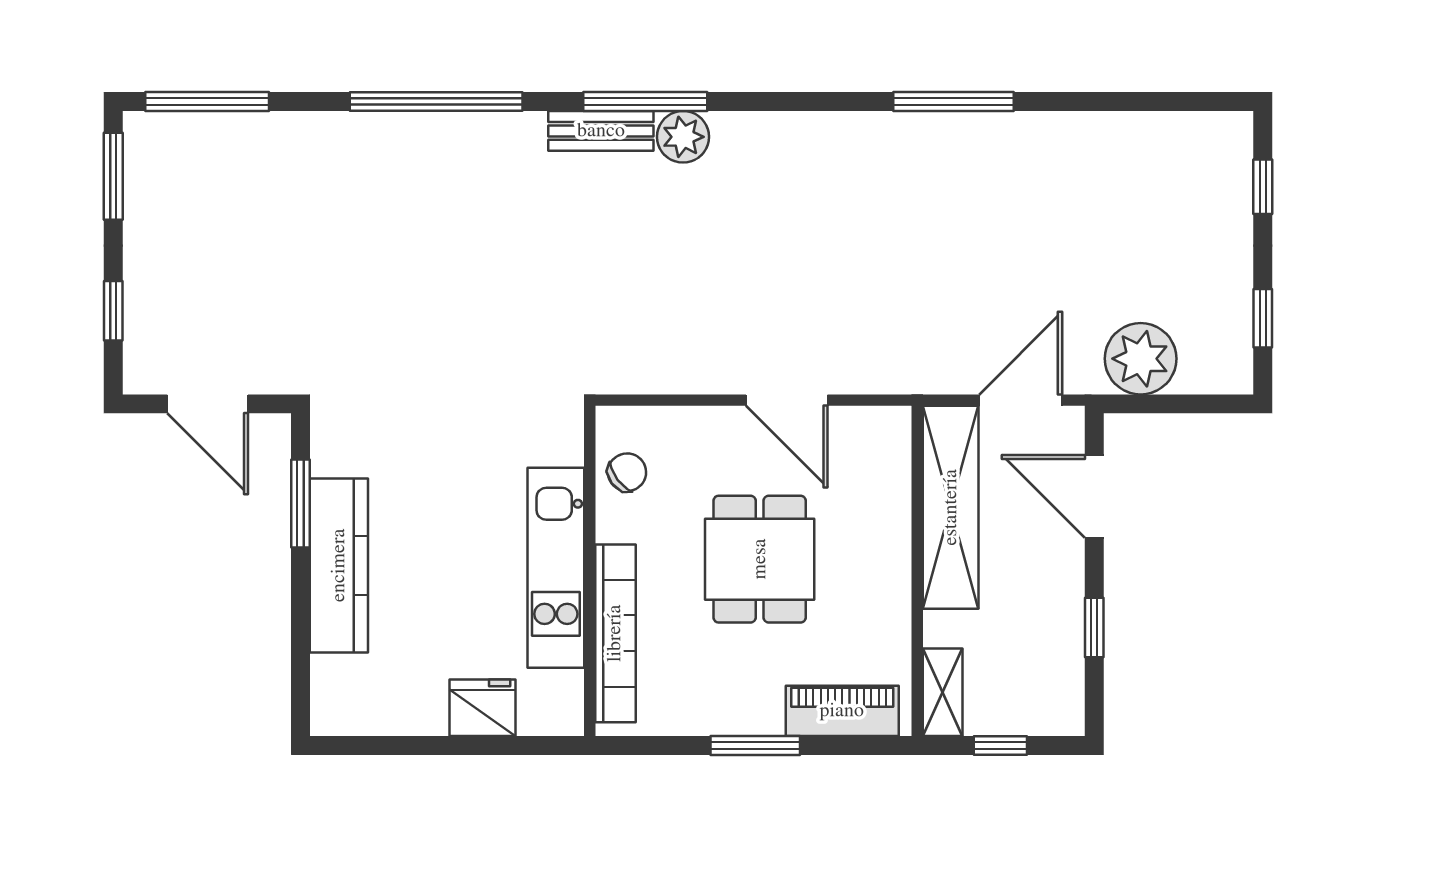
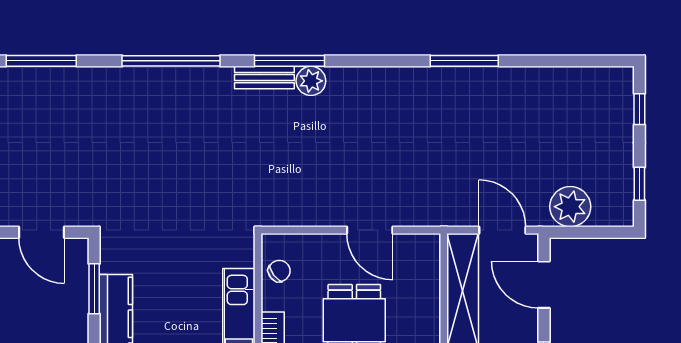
door: (1021, 400) -> (502, 230), hinge flipped

